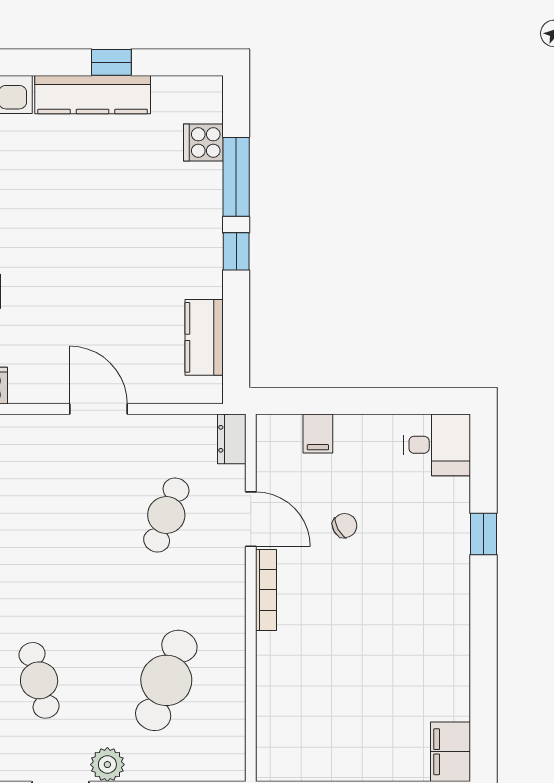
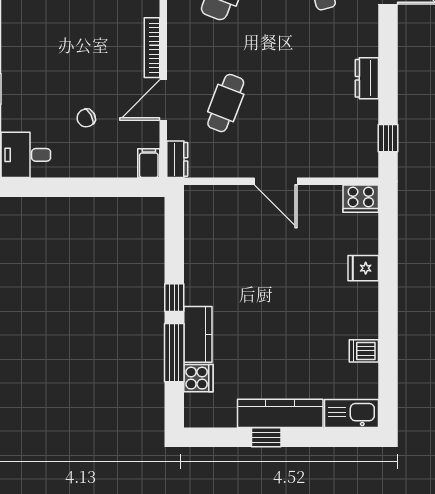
kitchen counter: (204, 337) -> (198, 334), moved
filing cabinet: (318, 433) -> (149, 163), moved
door: (251, 519) -> (163, 100), hinge flipped
chair: (345, 526) -> (86, 118), moved

